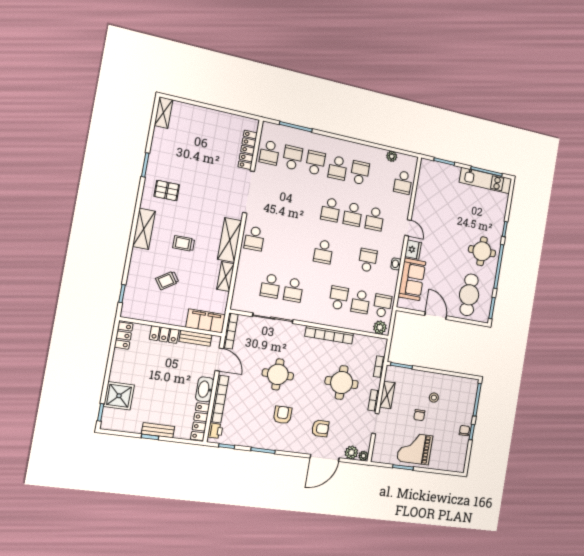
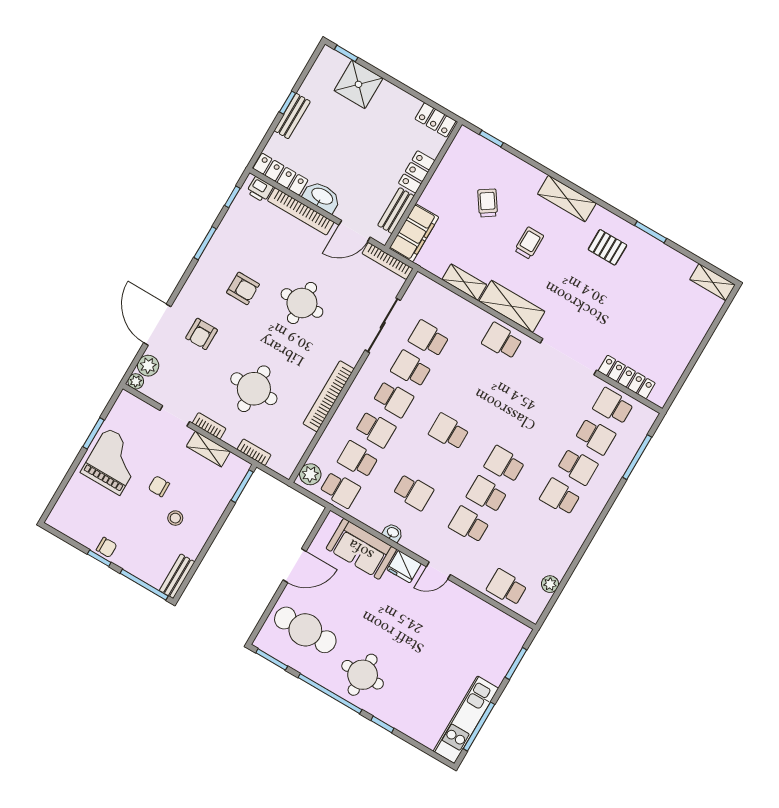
school desk: (360, 173) -> (393, 399), moved
pallet: (167, 191) -> (607, 247), turned 90
bench: (466, 382) -> (177, 576), added

